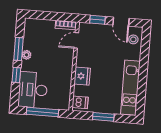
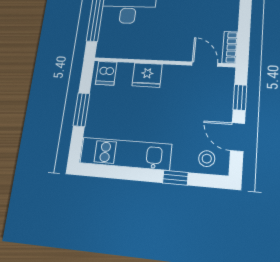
door: (121, 22) -> (238, 137), hinge flipped
window: (144, 57) -> (175, 178), added

